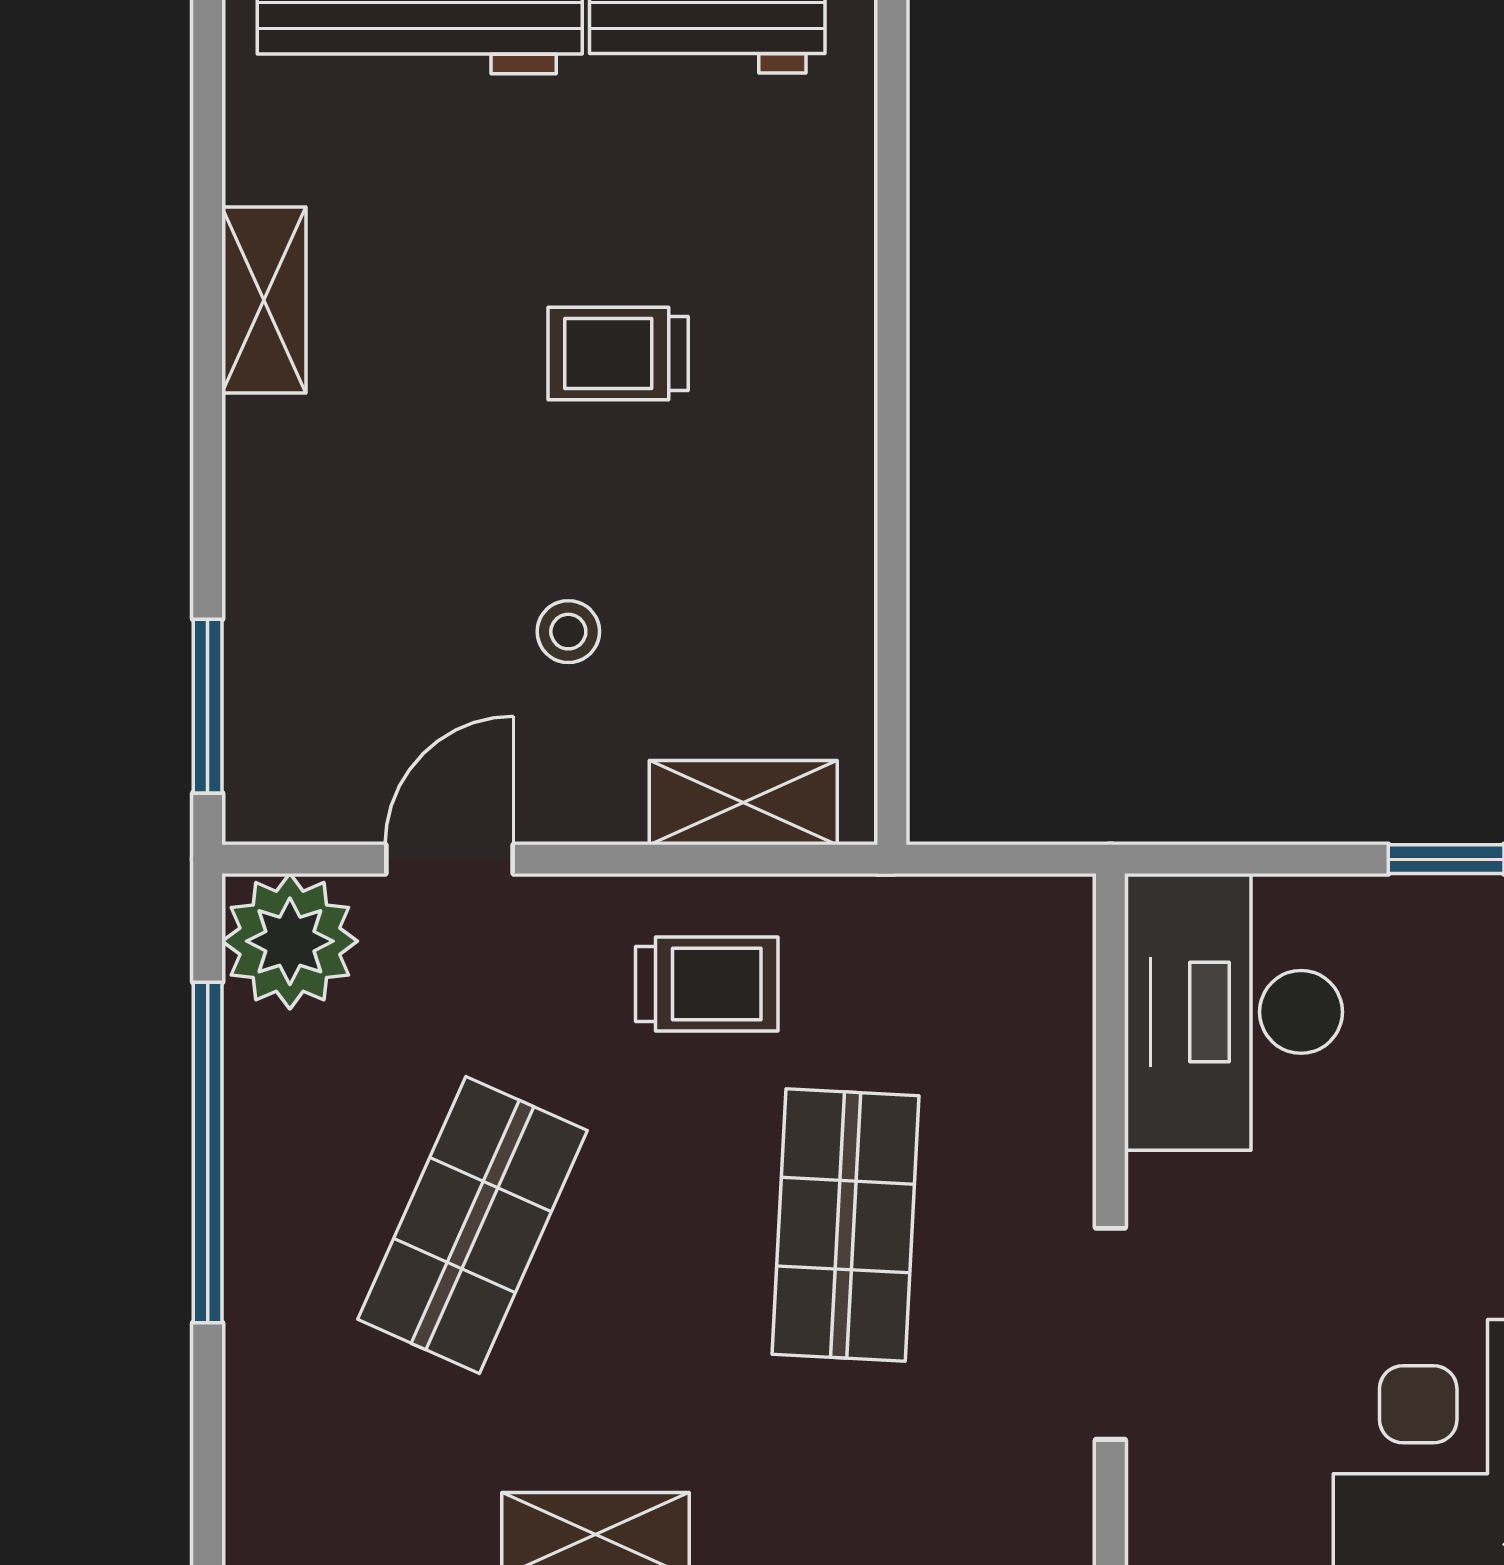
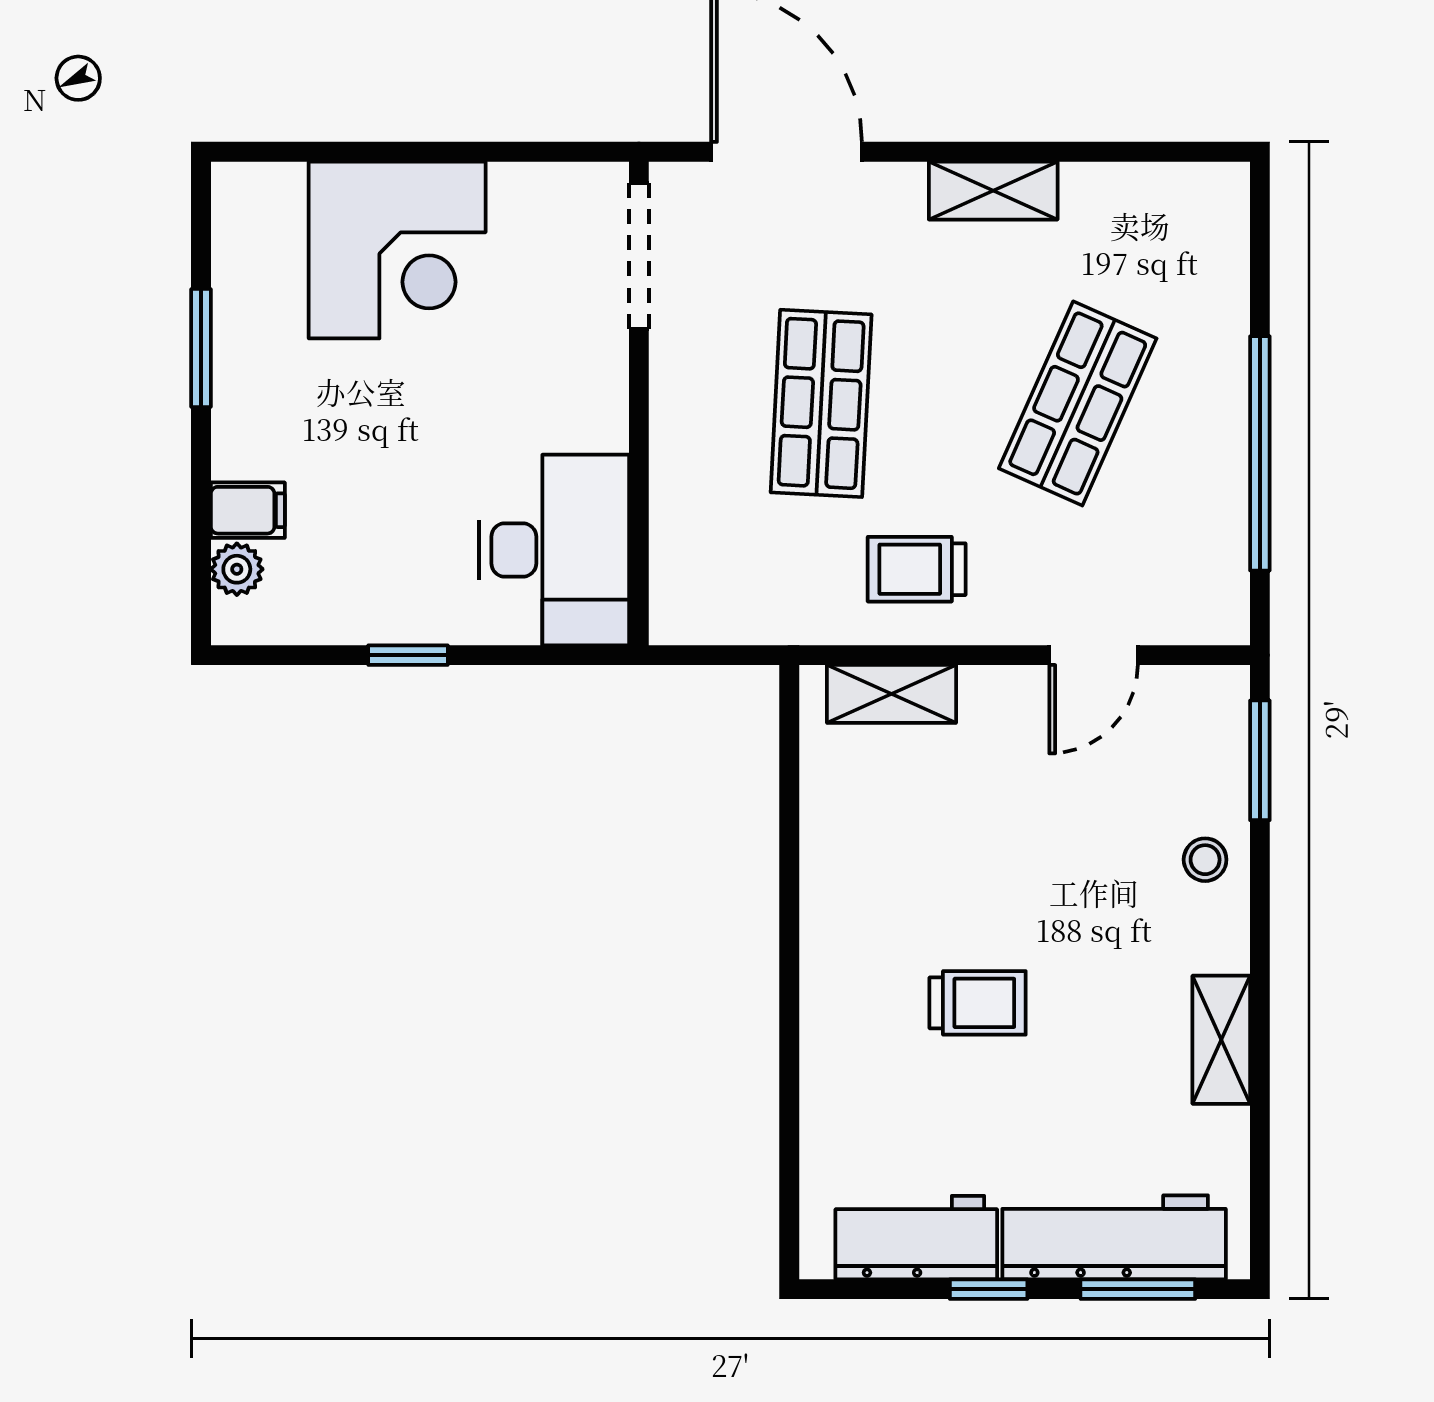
stool: (568, 632) -> (1205, 860), moved
plant: (290, 941) -> (1203, 599), removed
doorway: (1110, 1334) -> (639, 256), moved

